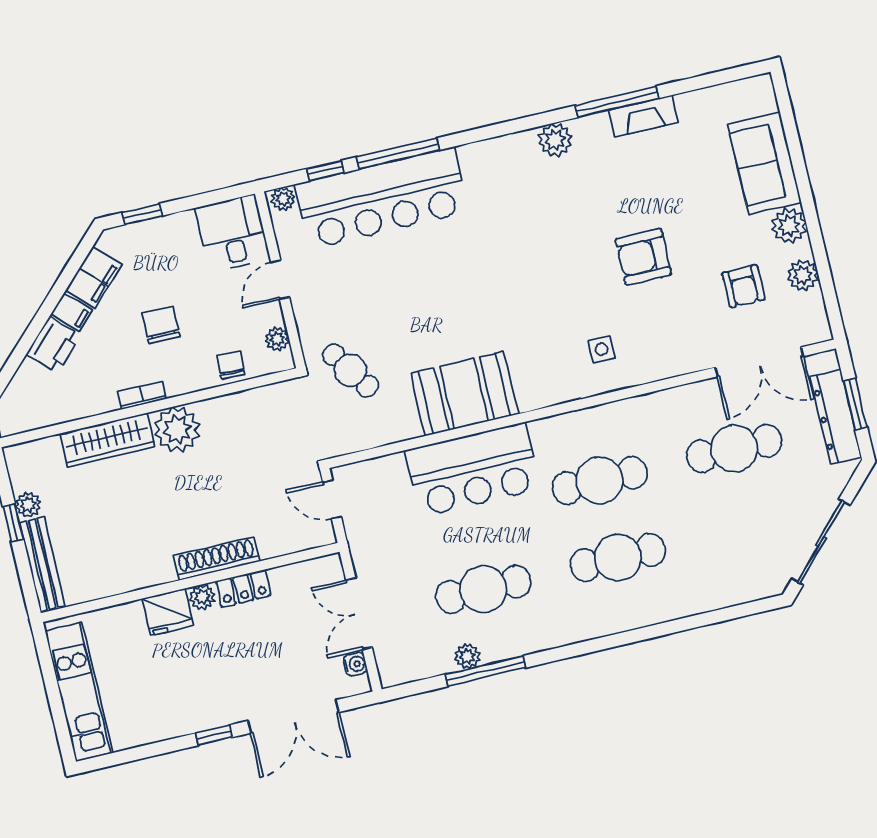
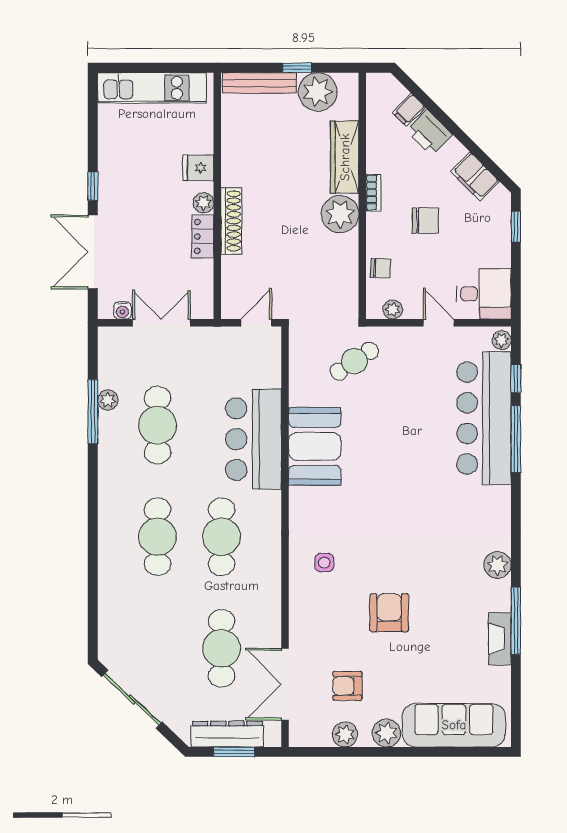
sofa: (764, 163) -> (454, 725), width x1.36
filing cabinet: (72, 312) -> (409, 110), moved
plant: (28, 505) -> (318, 92), width x1.87, depth x1.87
fridge: (168, 612) -> (198, 168), width x0.72

